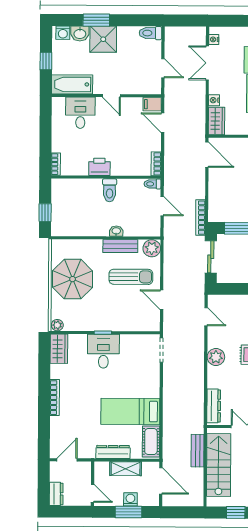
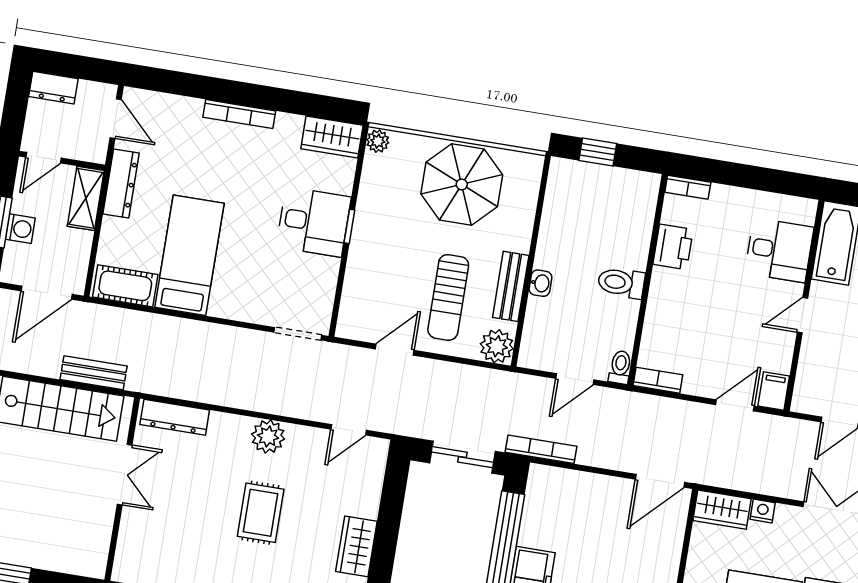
printer: (99, 167) -> (673, 247), moved
dresser: (113, 452) -> (121, 183), moved
shelving: (126, 469) -> (86, 198), moved

